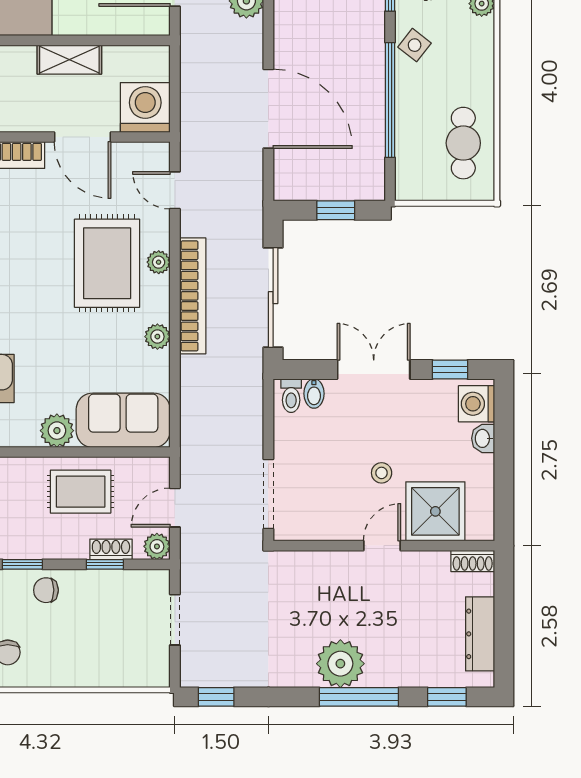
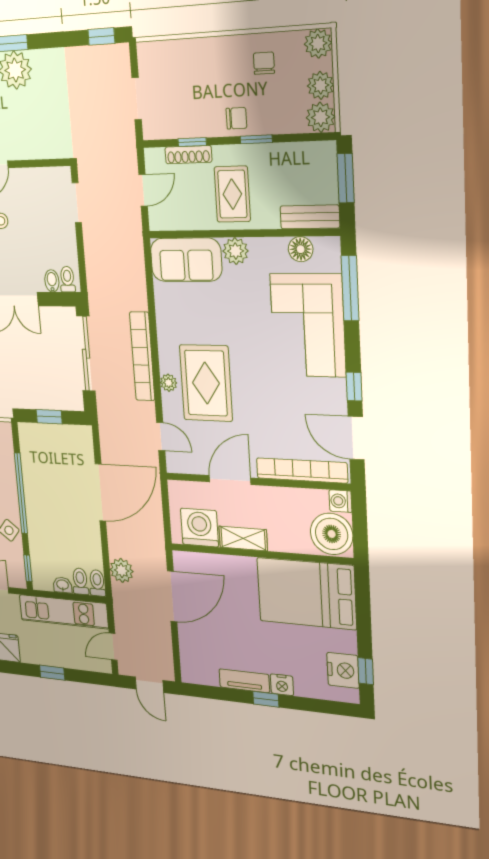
washing machine: (145, 107) -> (199, 528), moved, turned 180
door: (268, 109) -> (101, 493), swing flipped
door: (83, 137) -> (230, 480), hinge flipped
plant: (157, 337) -> (165, 326), removed
rug: (81, 492) -> (232, 194), moved, turned 90
doorway: (268, 494) -> (77, 203), width x0.73
plant: (157, 546) -> (154, 158), removed
shoe rack: (111, 549) -> (188, 155), width x1.43

